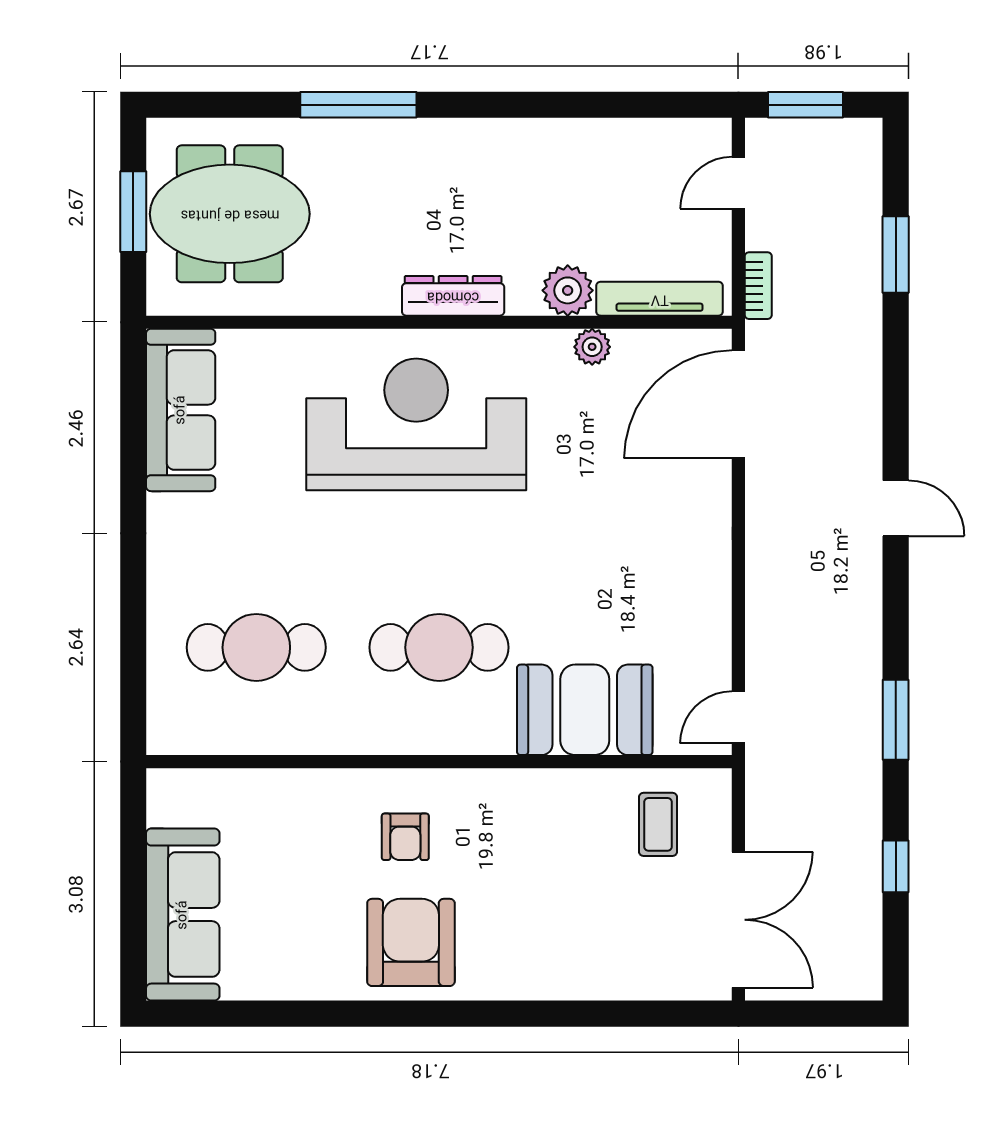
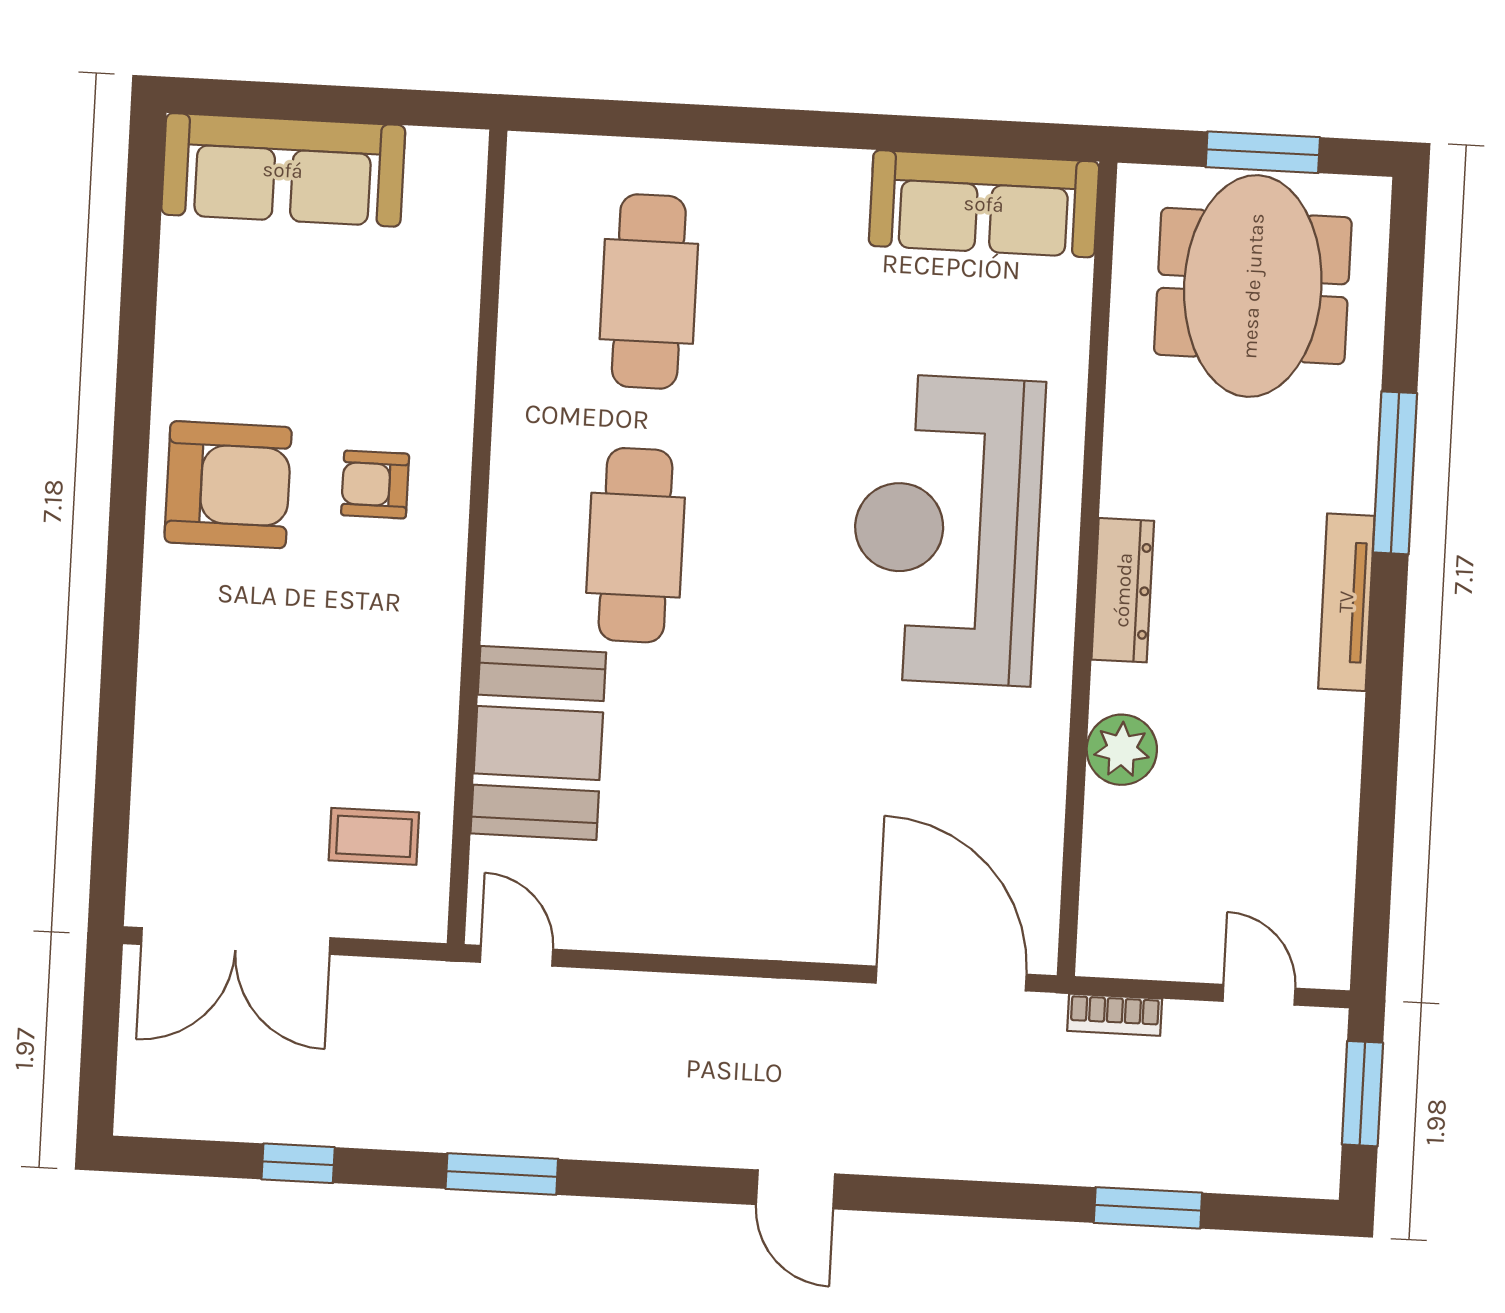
tv unit: (660, 299) -> (1346, 602), moved, turned 180
plant: (592, 347) -> (1042, 780), removed
reception desk: (416, 424) -> (947, 530), turned 180
door: (896, 508) -> (796, 1189), hinge flipped

